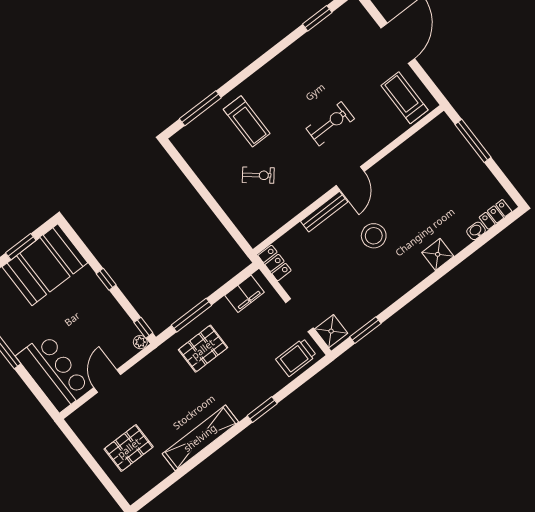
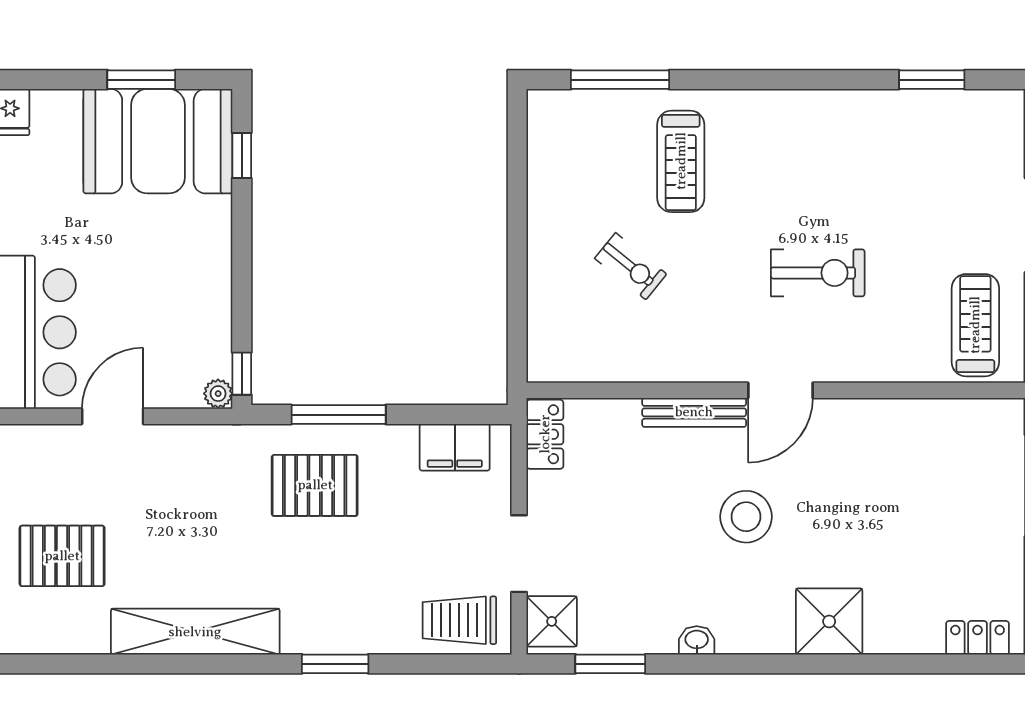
washbasin: (476, 231) -> (697, 640), moved
shower: (438, 254) -> (829, 621), width x1.36, depth x1.36
window: (106, 279) -> (242, 156), moved

